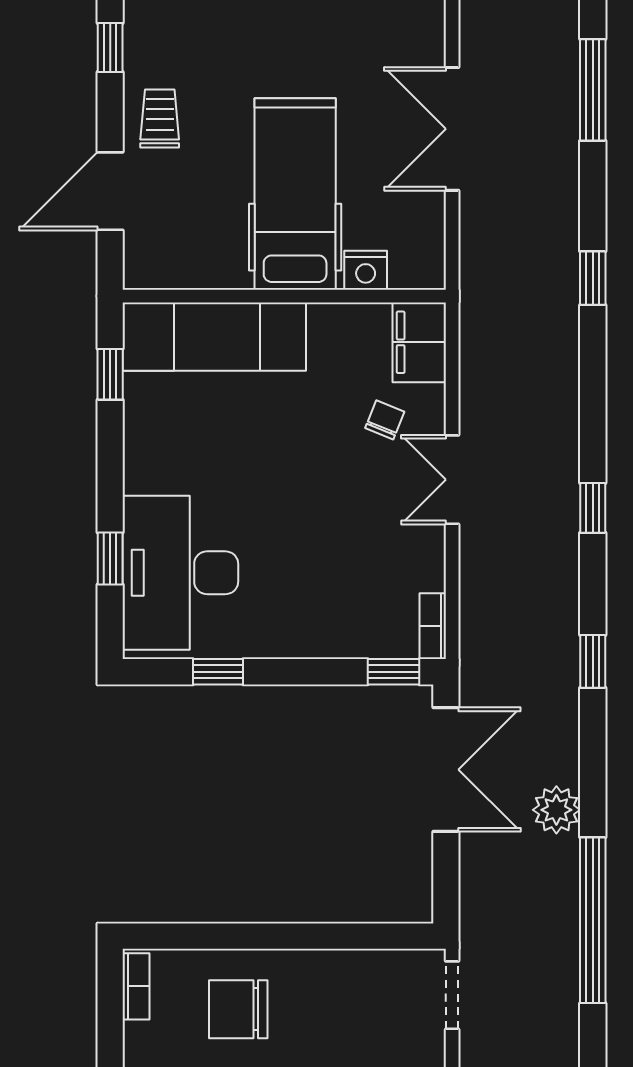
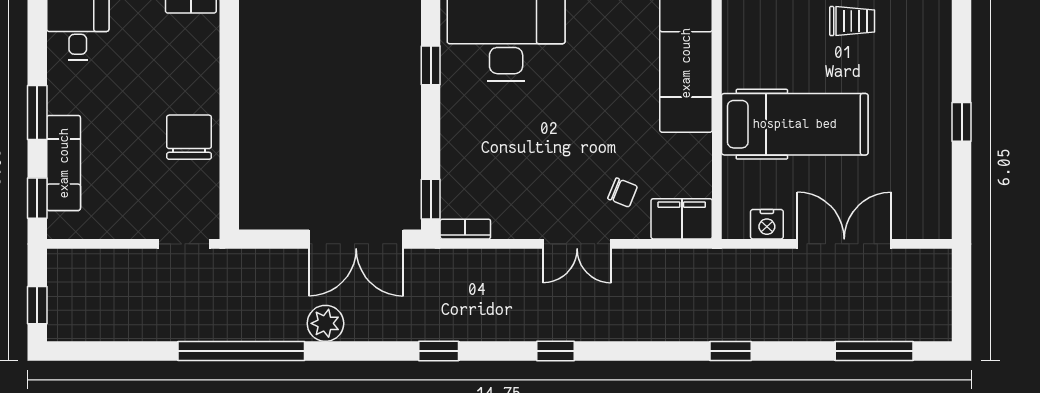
nightstand: (366, 270) -> (767, 224), moved, turned -90
double door: (452, 480) -> (577, 244), swing flipped
chair: (238, 1009) -> (189, 137), moved

